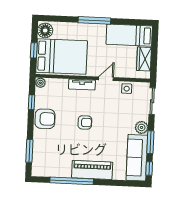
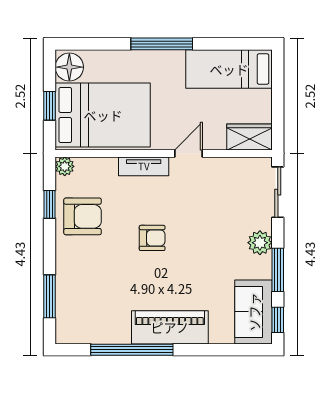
wardrobe: (144, 59) -> (249, 137), moved, turned 90
side table: (127, 89) -> (228, 170), removed
armchair: (45, 119) -> (83, 216), moved
sofa: (137, 158) -> (254, 312), width x0.73

